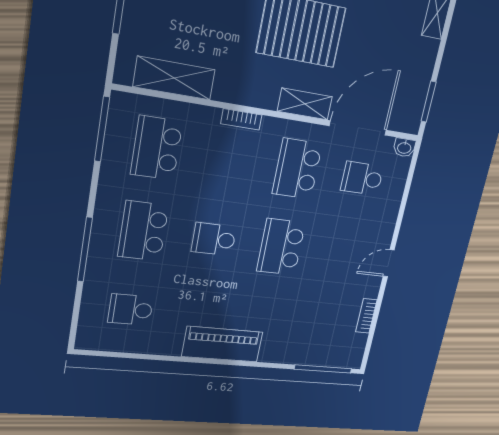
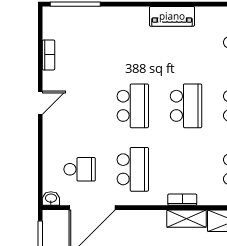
shelving: (305, 104) -> (187, 219), moved
school desk: (214, 239) -> (186, 106), width x1.85
piano: (222, 344) -> (172, 16), width x0.73, depth x0.75

